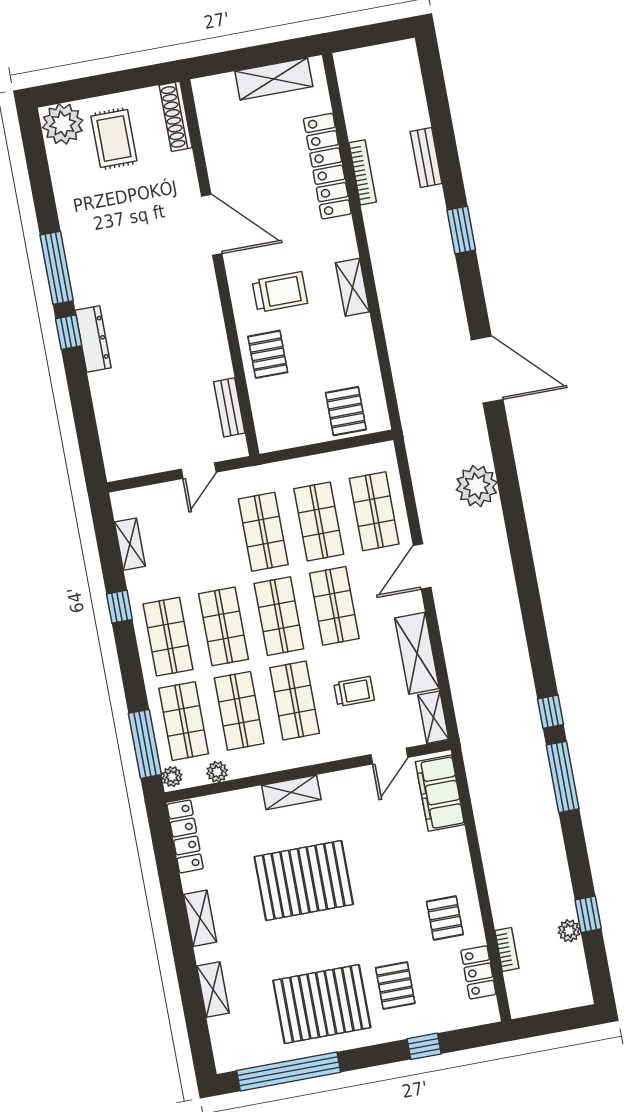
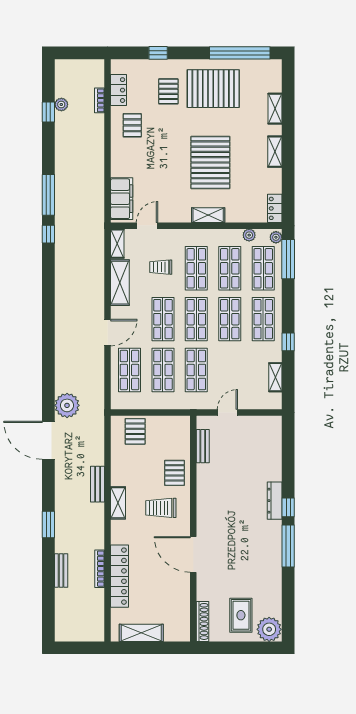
bench: (392, 312) -> (98, 484), added
plant: (477, 486) -> (67, 405), moved
locker: (185, 836) -> (275, 208), width x0.66
pallet: (304, 881) -> (210, 162), turned 90

